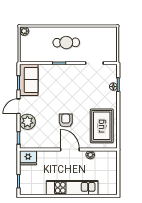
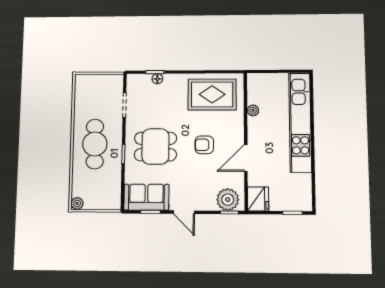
cafe table: (66, 43) -> (95, 144), width x1.37, depth x1.35
dining table: (64, 86) -> (155, 147), added
plant: (27, 122) -> (228, 200), moved
door: (70, 149) -> (246, 158), moved
kitchen unit: (72, 188) -> (300, 122), width x1.36

